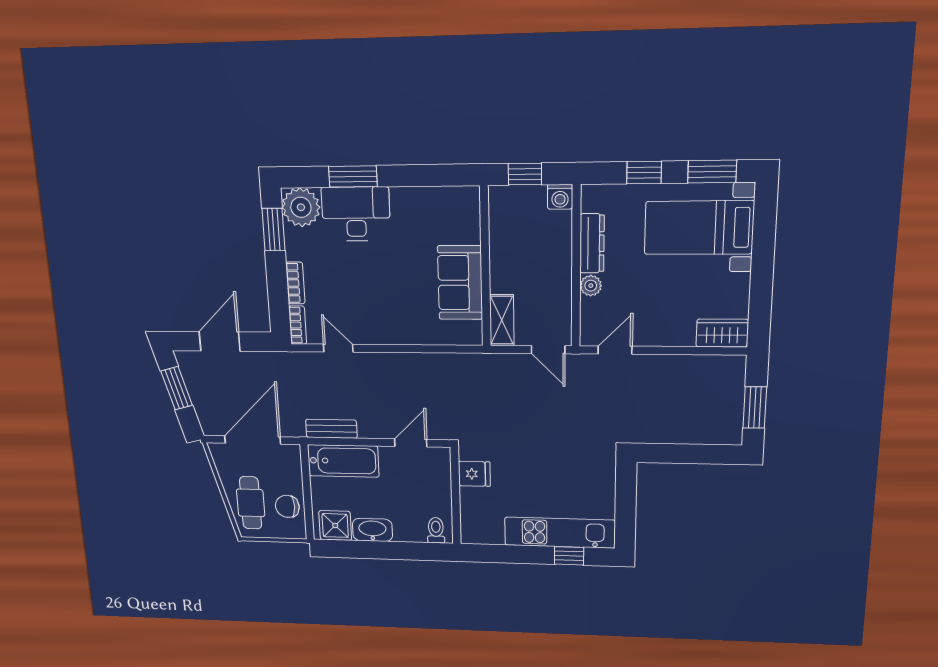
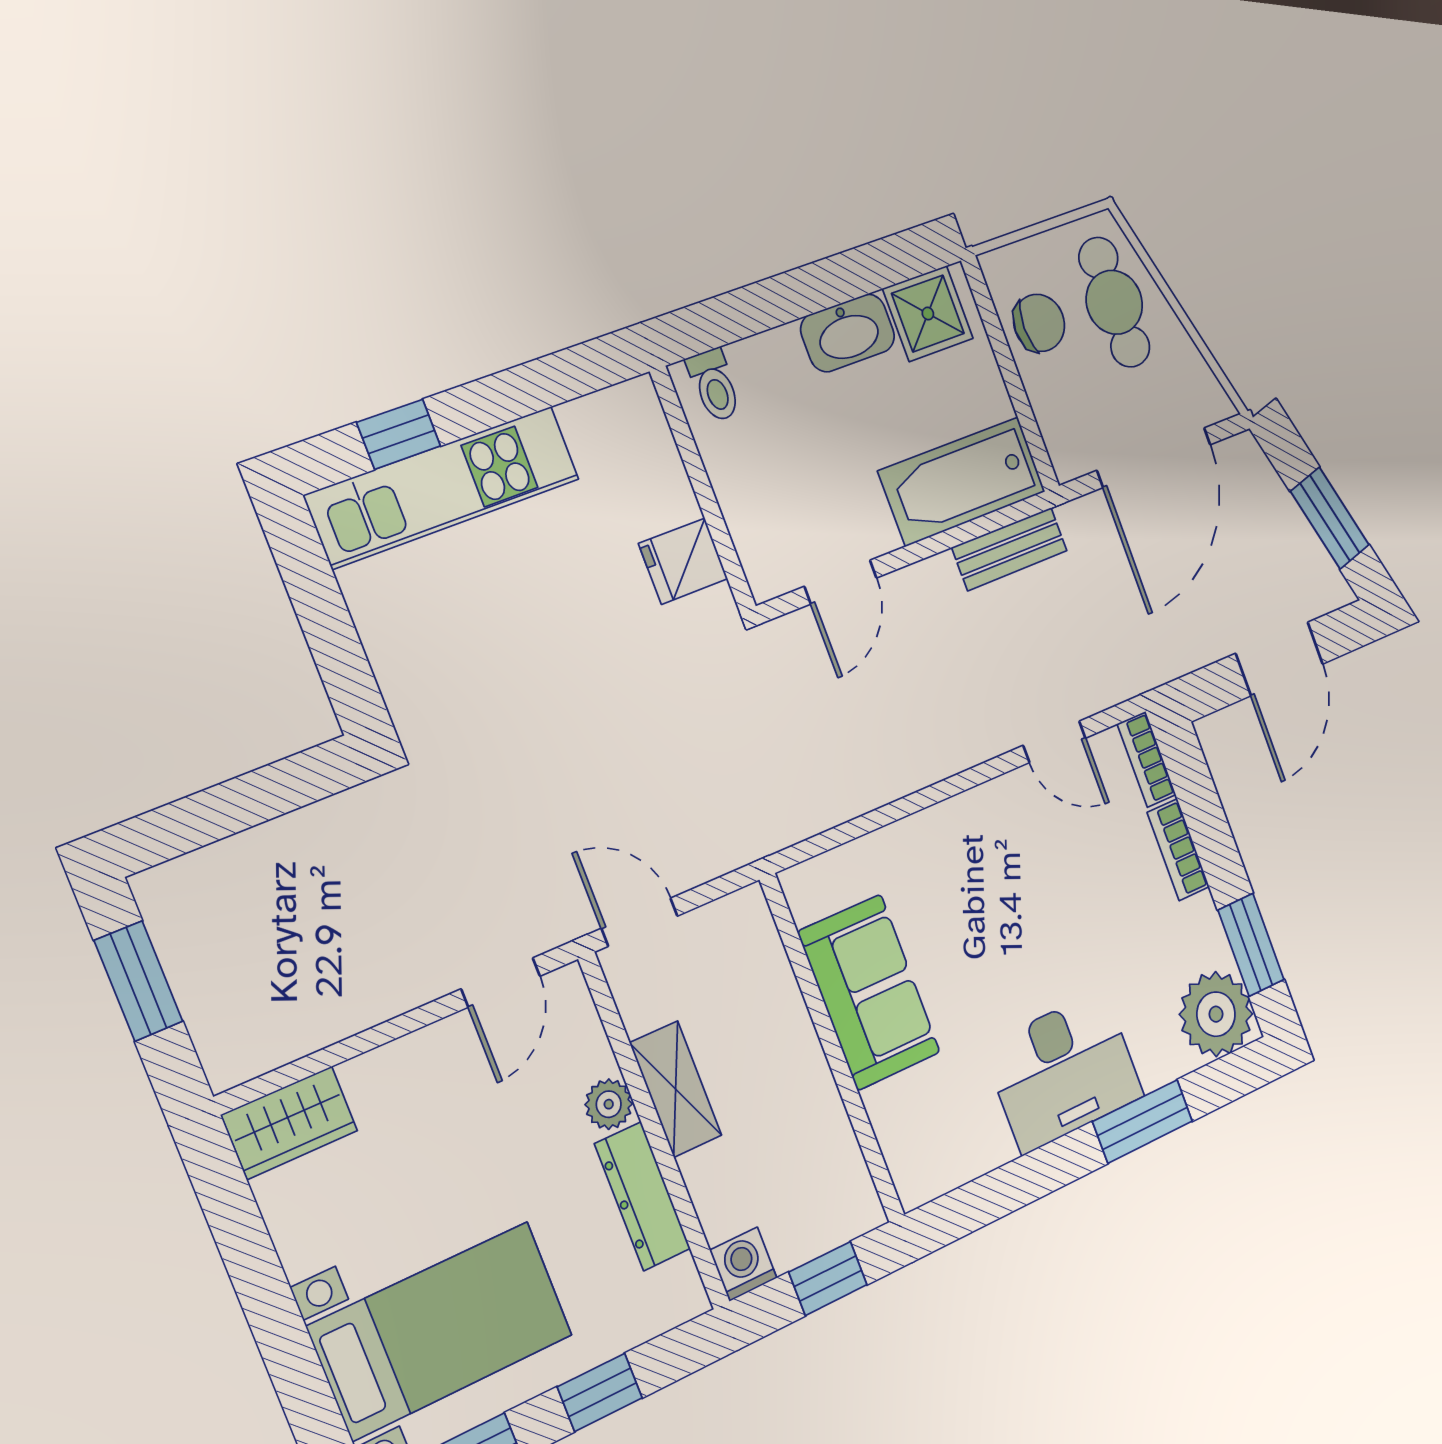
desk: (356, 214) -> (1064, 1071), moved
shelving: (502, 320) -> (676, 1089), moved

